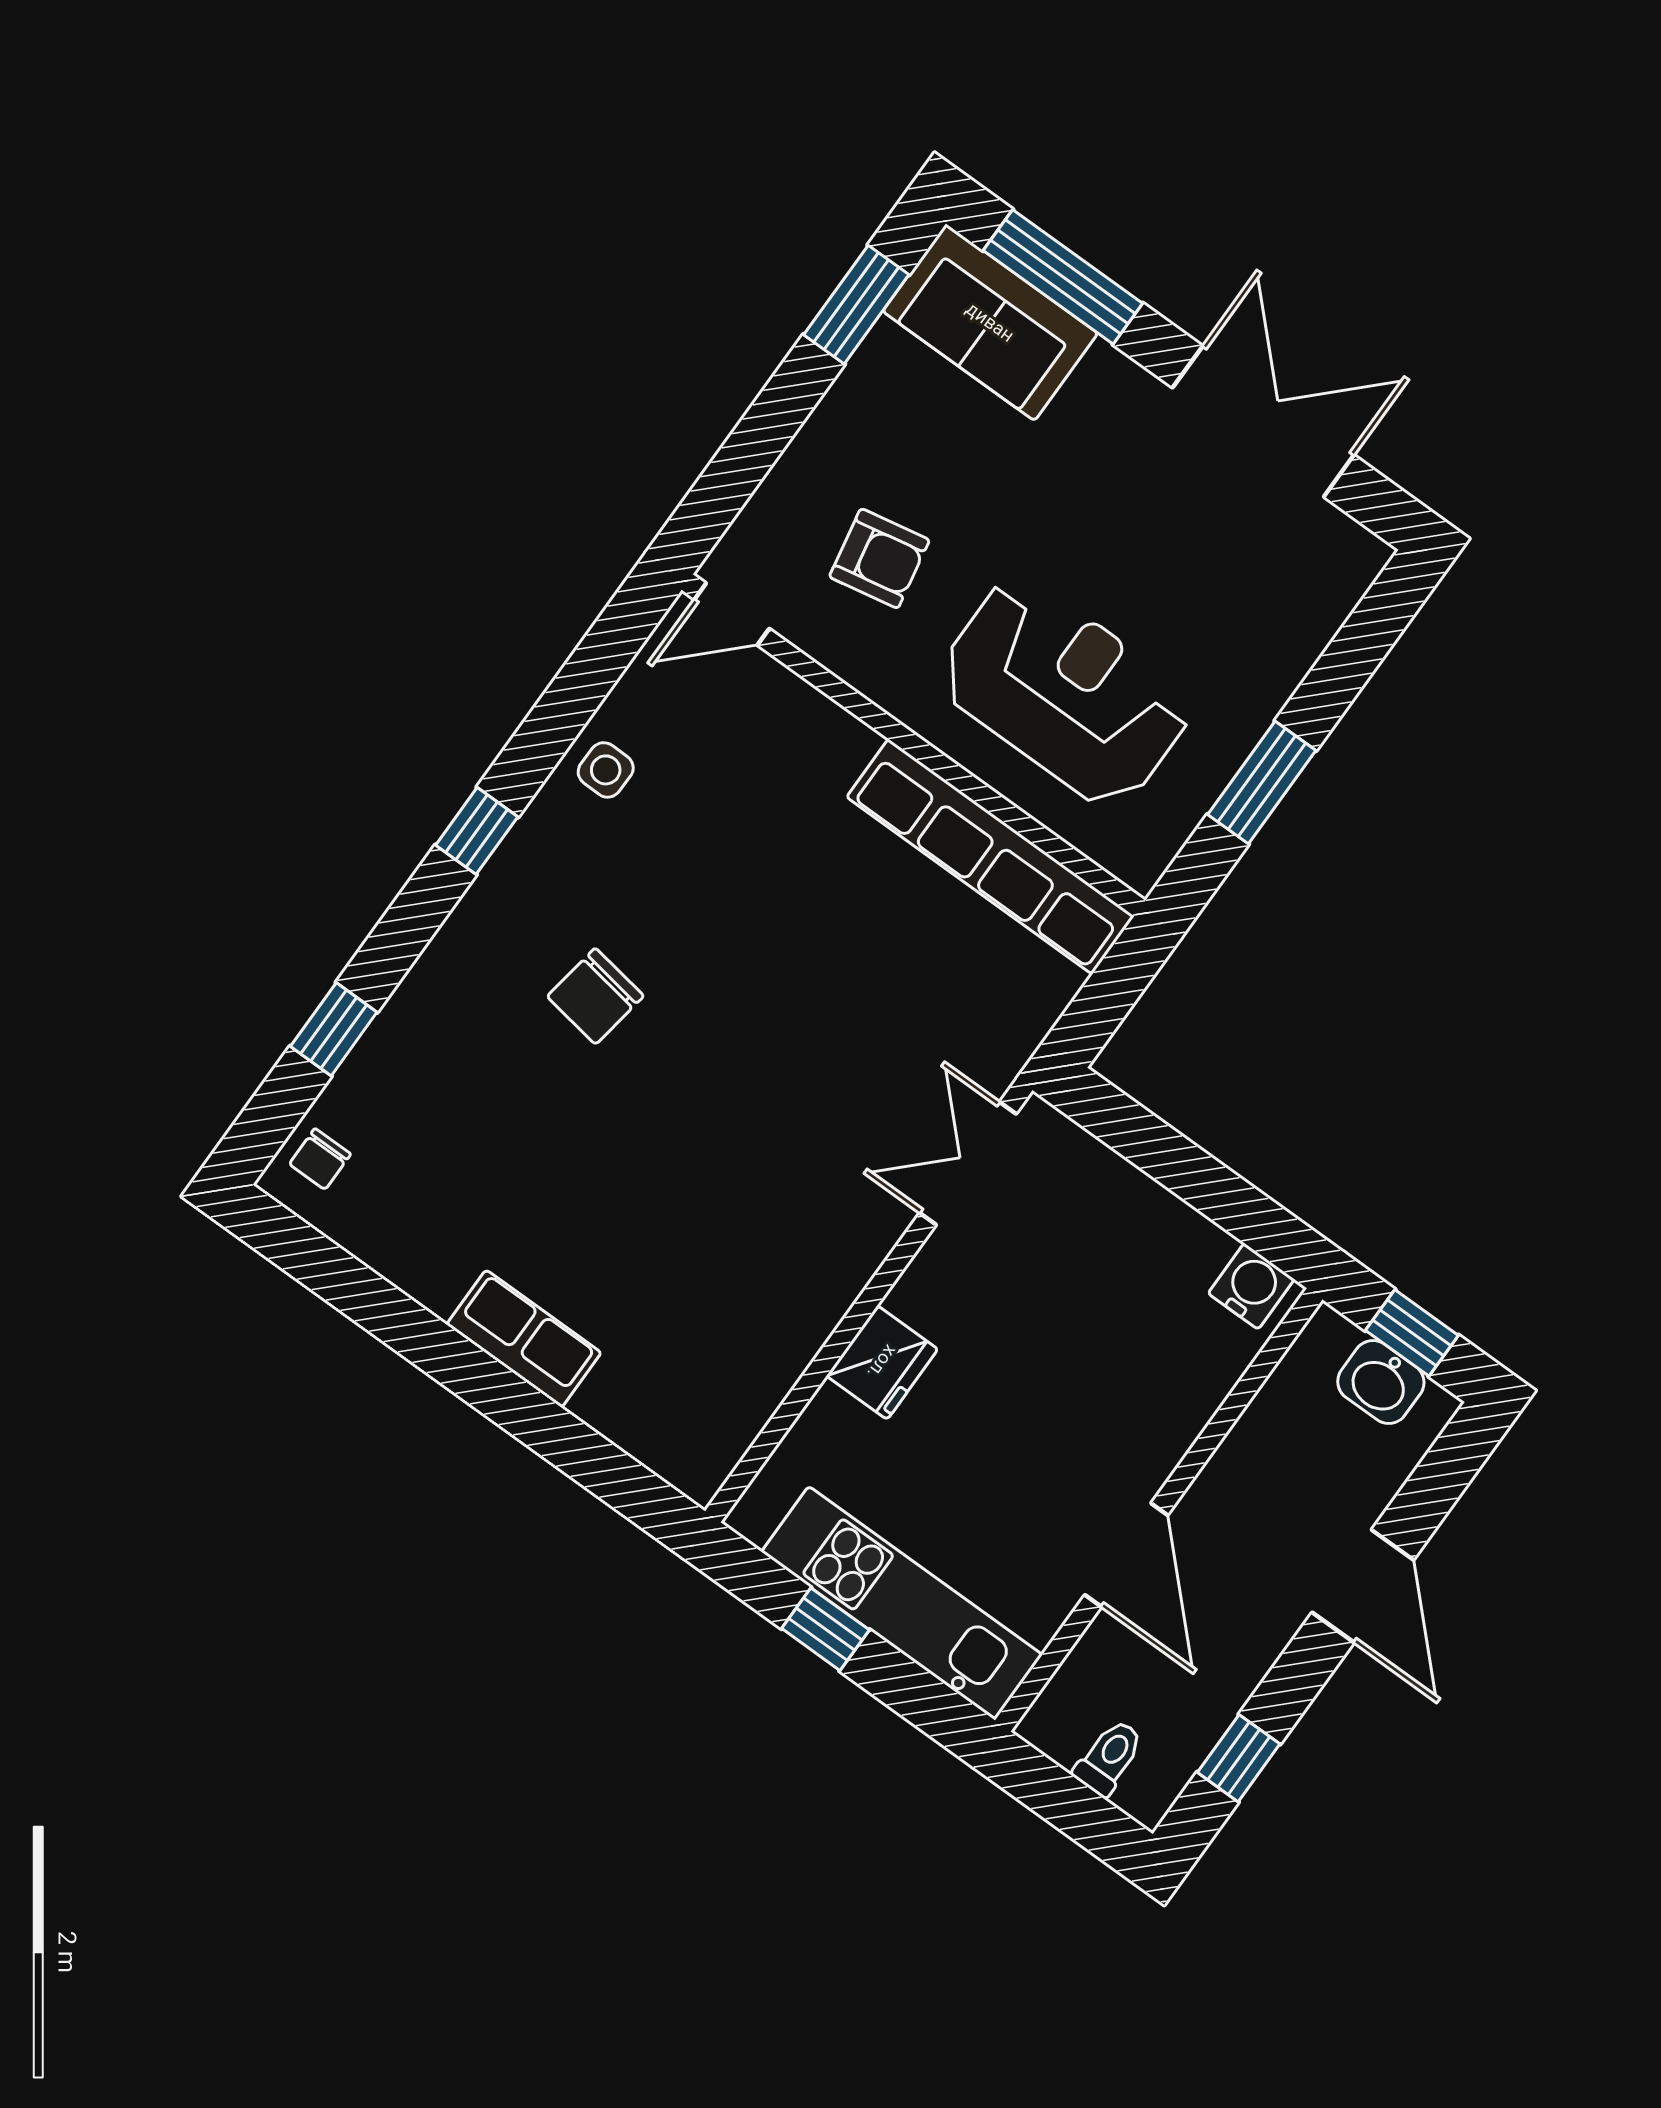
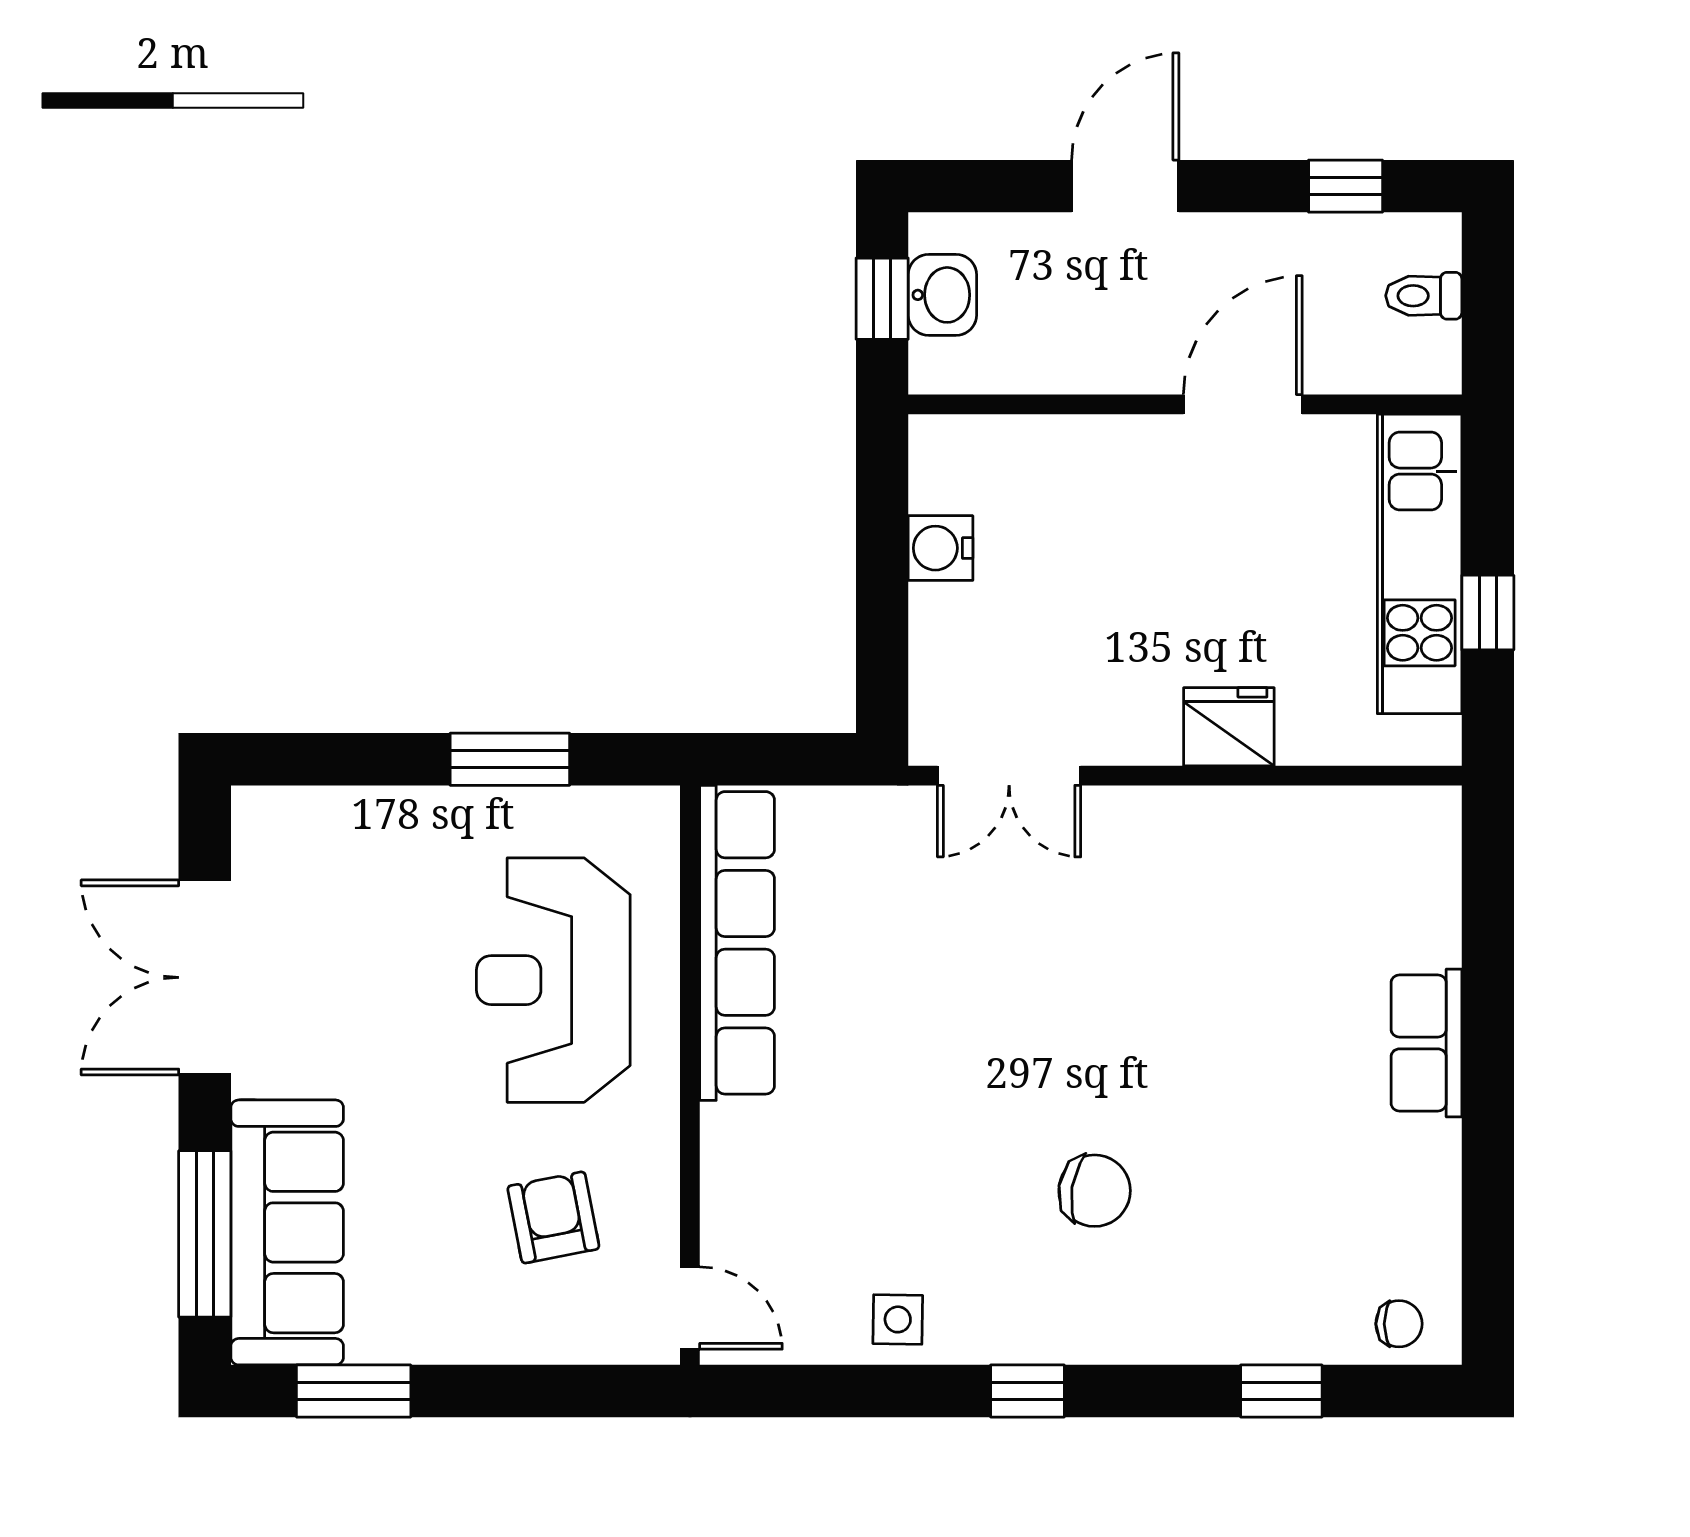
sofa: (990, 322) -> (287, 1232), width x1.36
water cooler: (1251, 1286) -> (940, 548), moved

